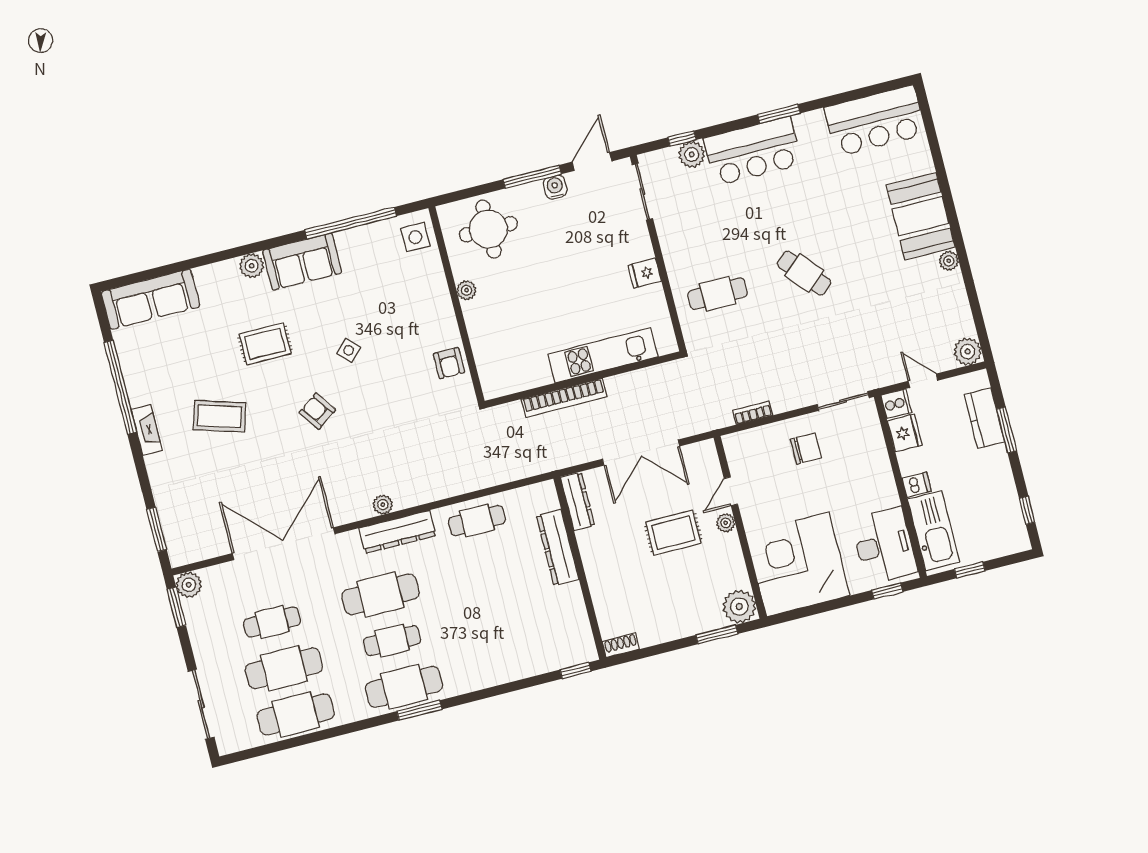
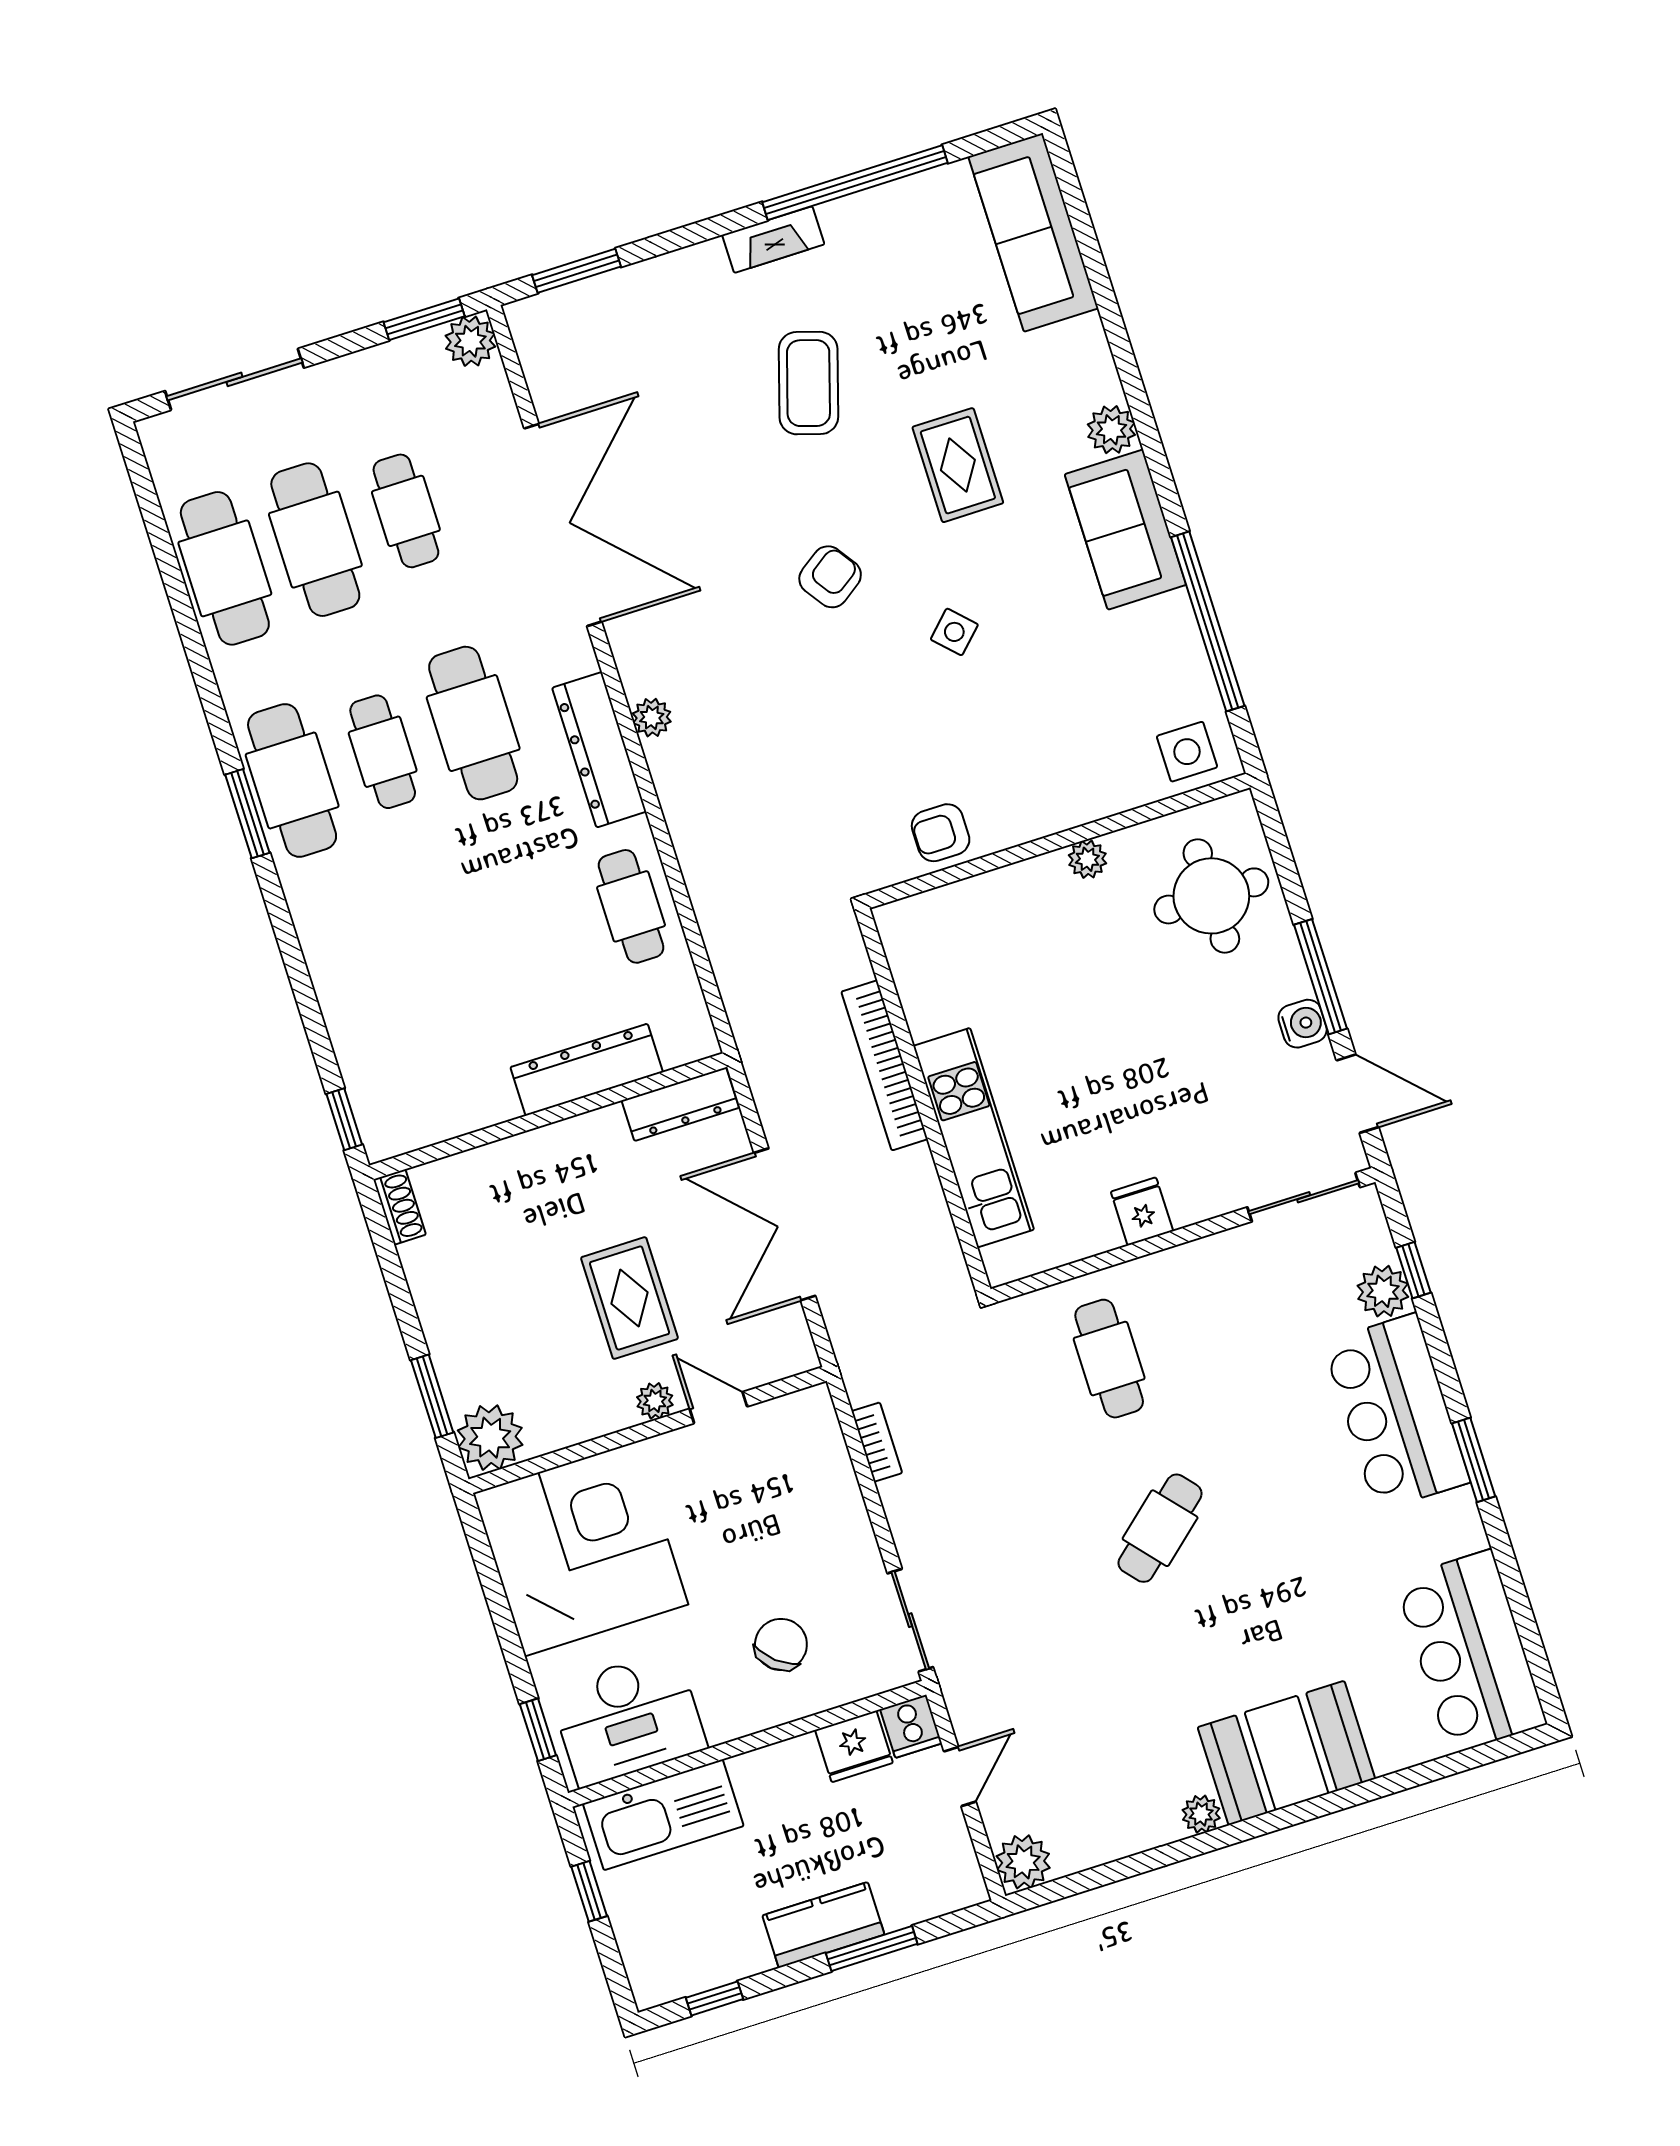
kitchen counter: (984, 418) -> (823, 1925), moved
chair: (806, 448) -> (781, 1645), moved, turned -140
dishwasher: (917, 485) -> (753, 1776), removed

